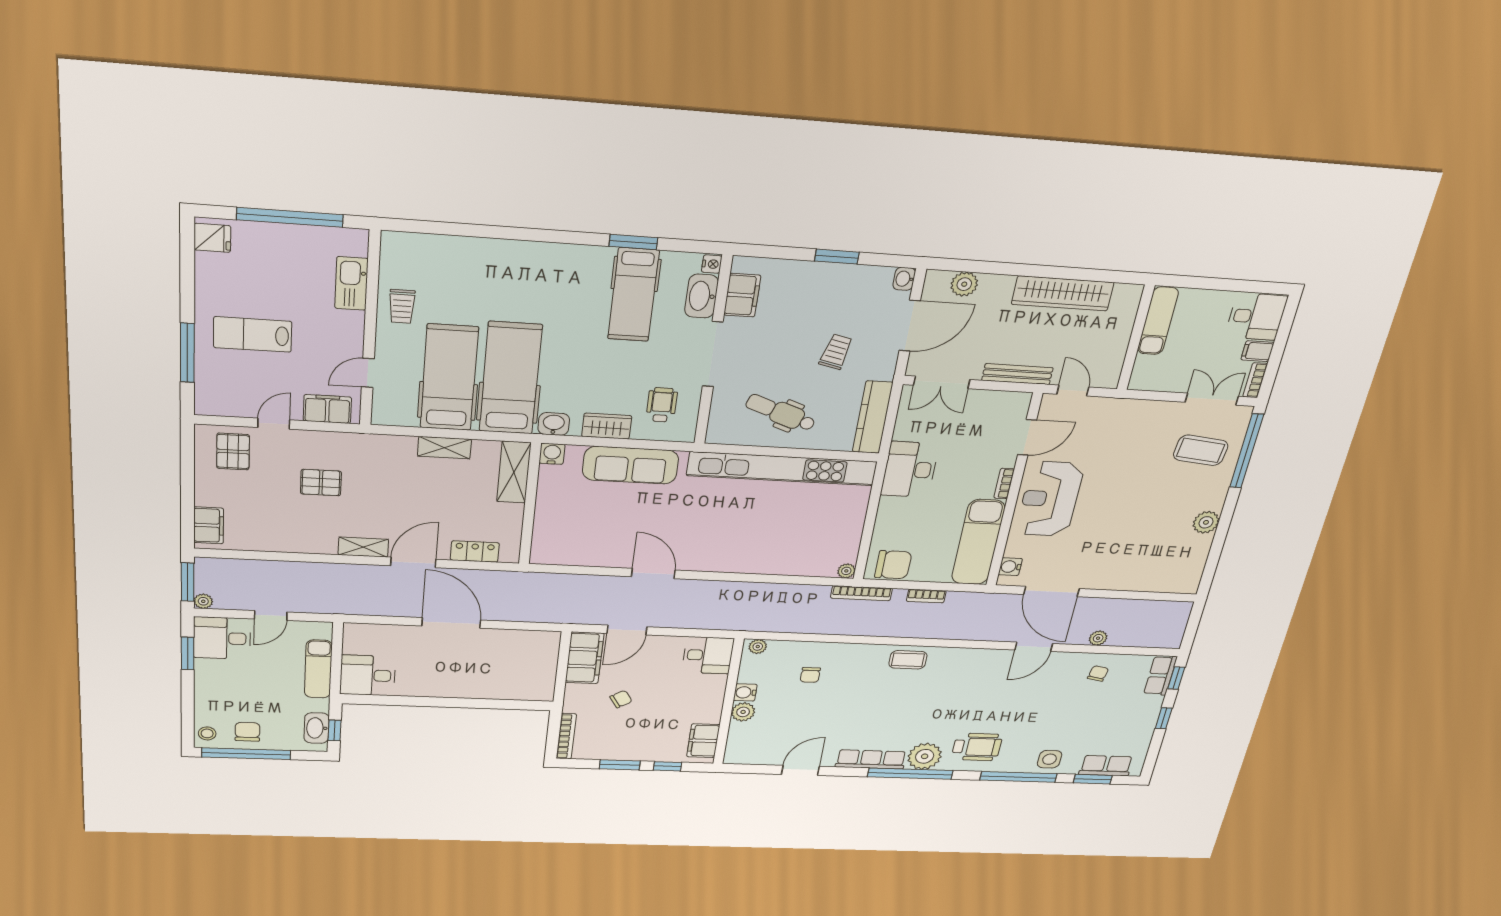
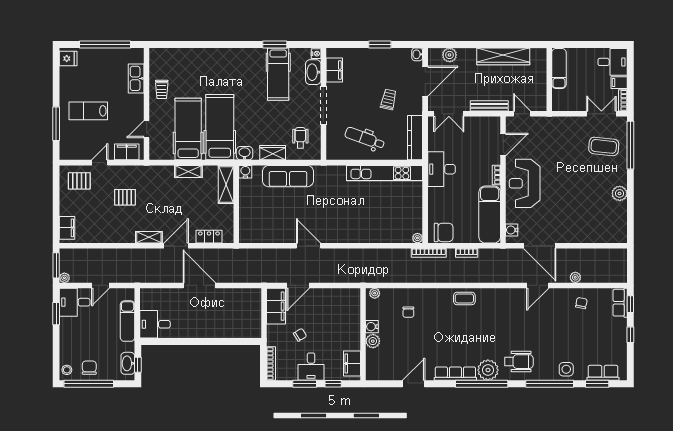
pallet: (233, 451) -> (79, 181), turned 90
kitchen unit: (782, 469) -> (384, 173), width x0.73
desk: (708, 655) -> (311, 367), moved, turned 90

